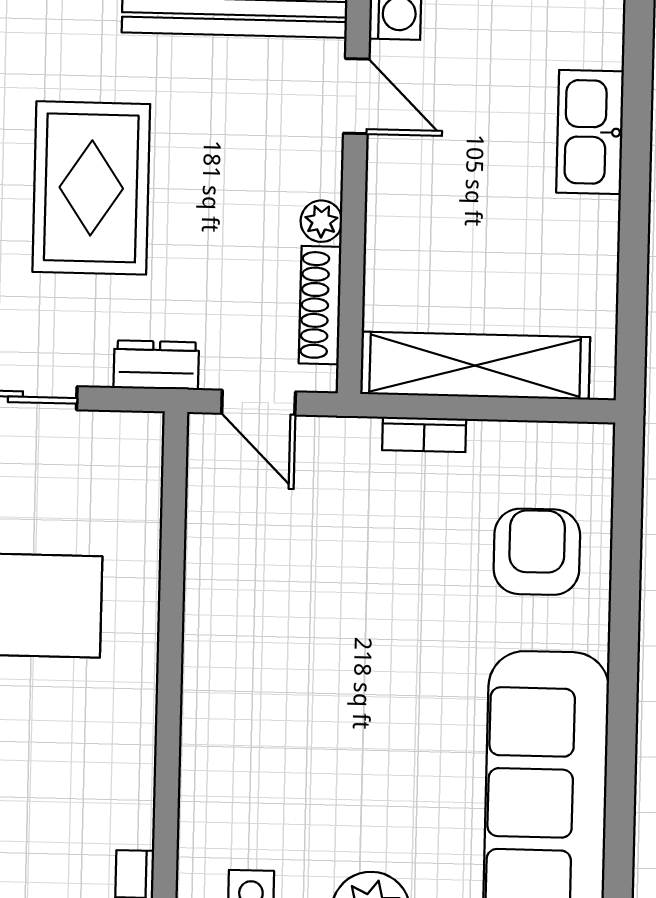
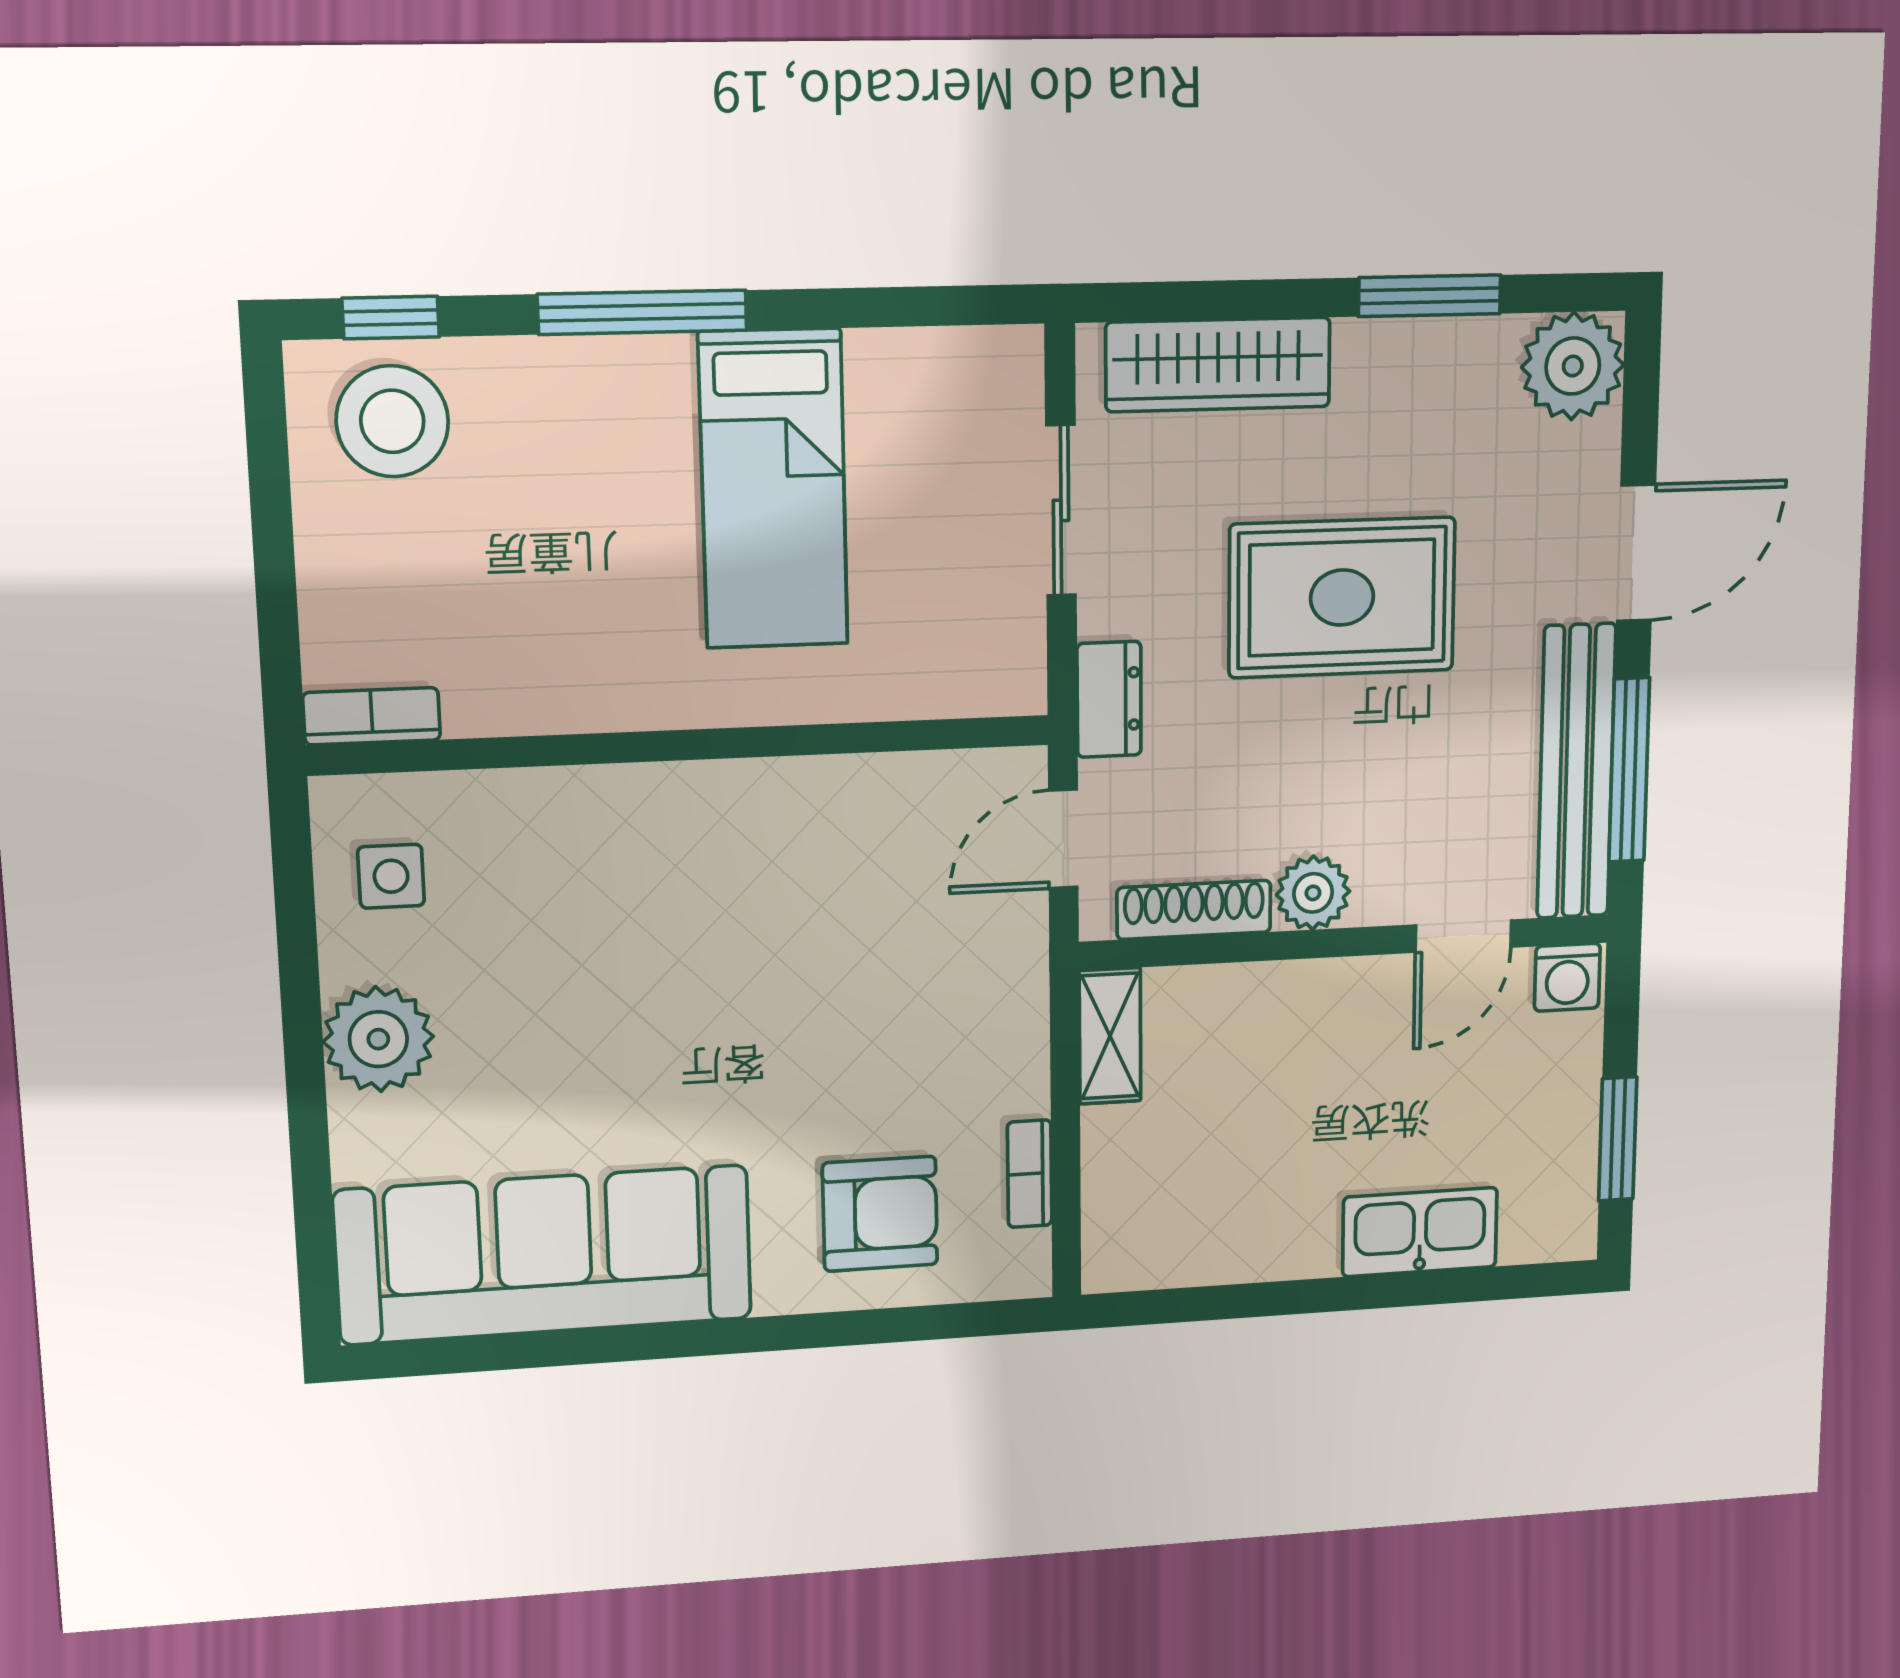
plant: (321, 221) -> (1313, 893), width x1.38, depth x1.38
shelving: (475, 366) -> (1110, 1036), width x0.45, depth x0.75
bookcase: (424, 434) -> (1030, 1174), moved

